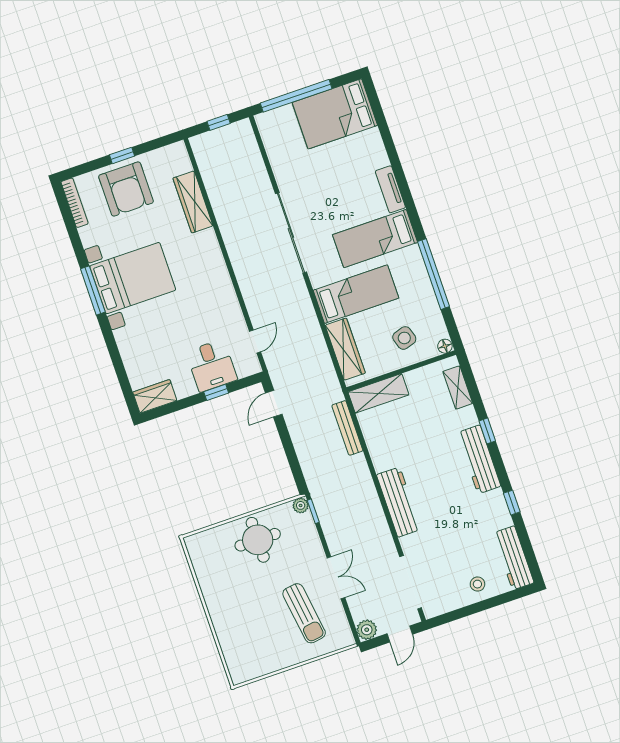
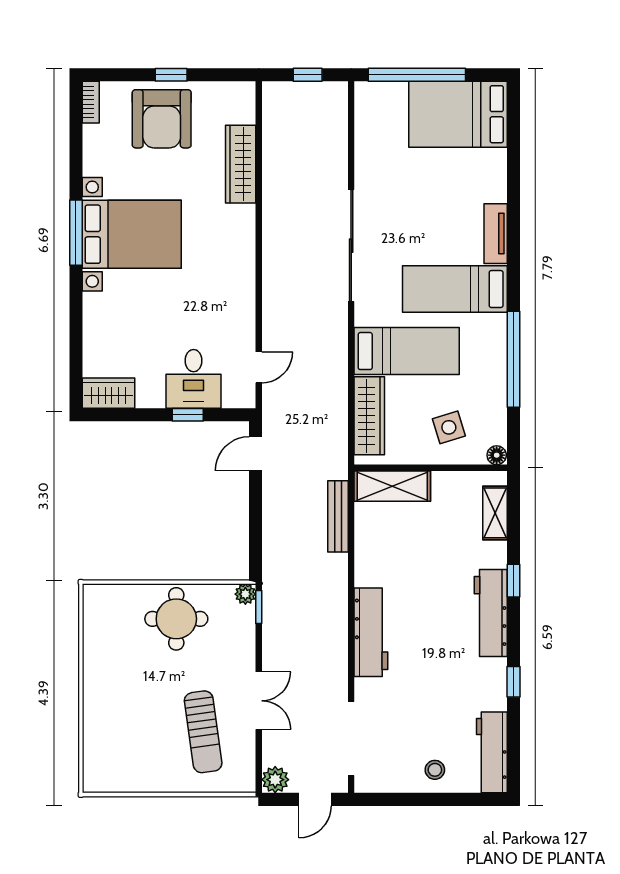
bookcase: (75, 203) -> (91, 102), width x0.64

